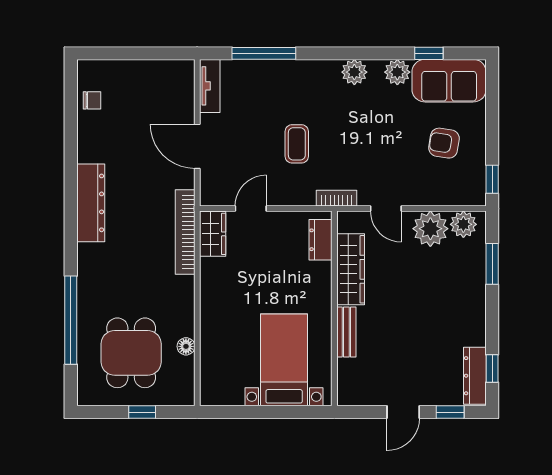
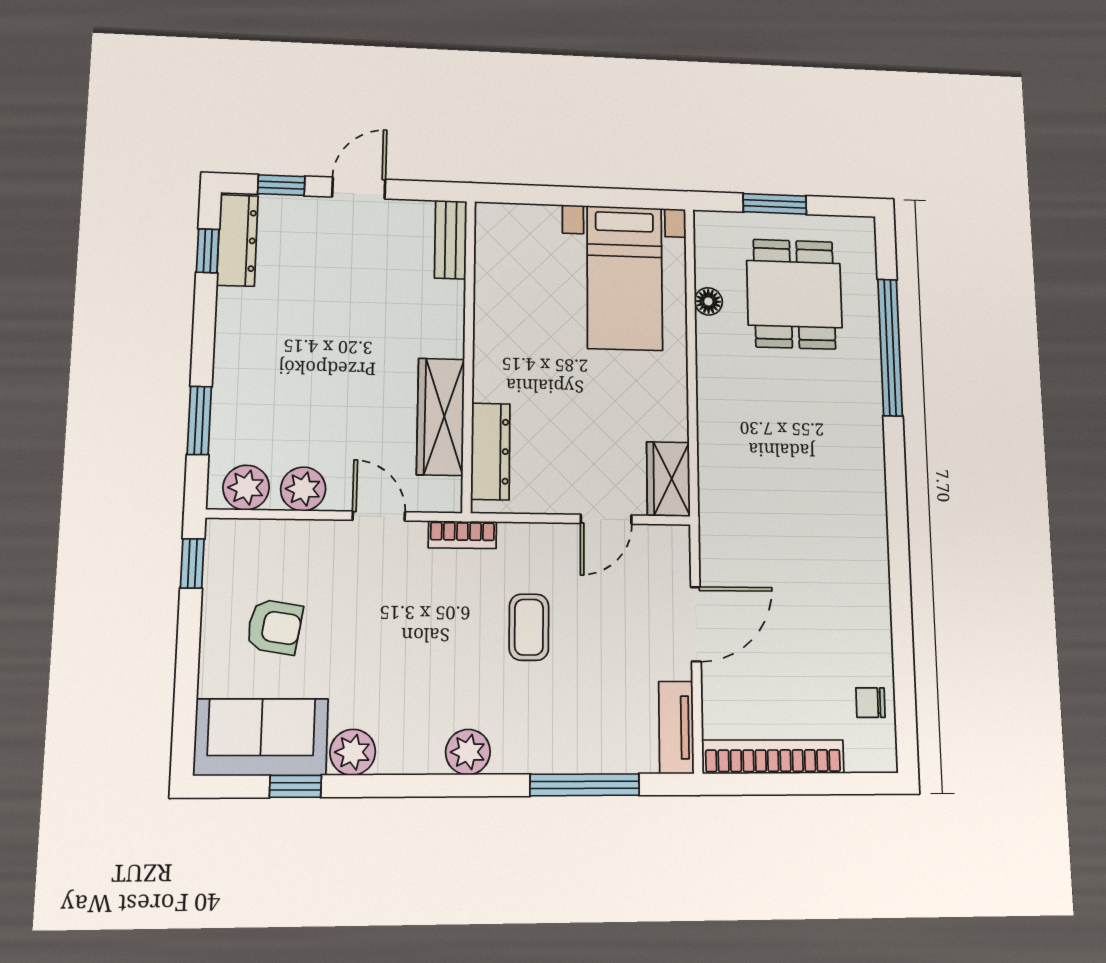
plant: (354, 72) -> (468, 752), moved
door: (197, 146) -> (696, 624), hinge flipped
dresser: (91, 203) -> (866, 532), removed
plant: (430, 229) -> (303, 489), width x0.73, depth x0.73
bookcase: (185, 232) -> (773, 757), moved, turned -90
dresser: (321, 240) -> (490, 451), width x1.44
bench: (346, 332) -> (451, 239), moved
bed with nightstands: (284, 360) -> (625, 278), moved
window: (142, 412) -> (775, 204), width x1.50

